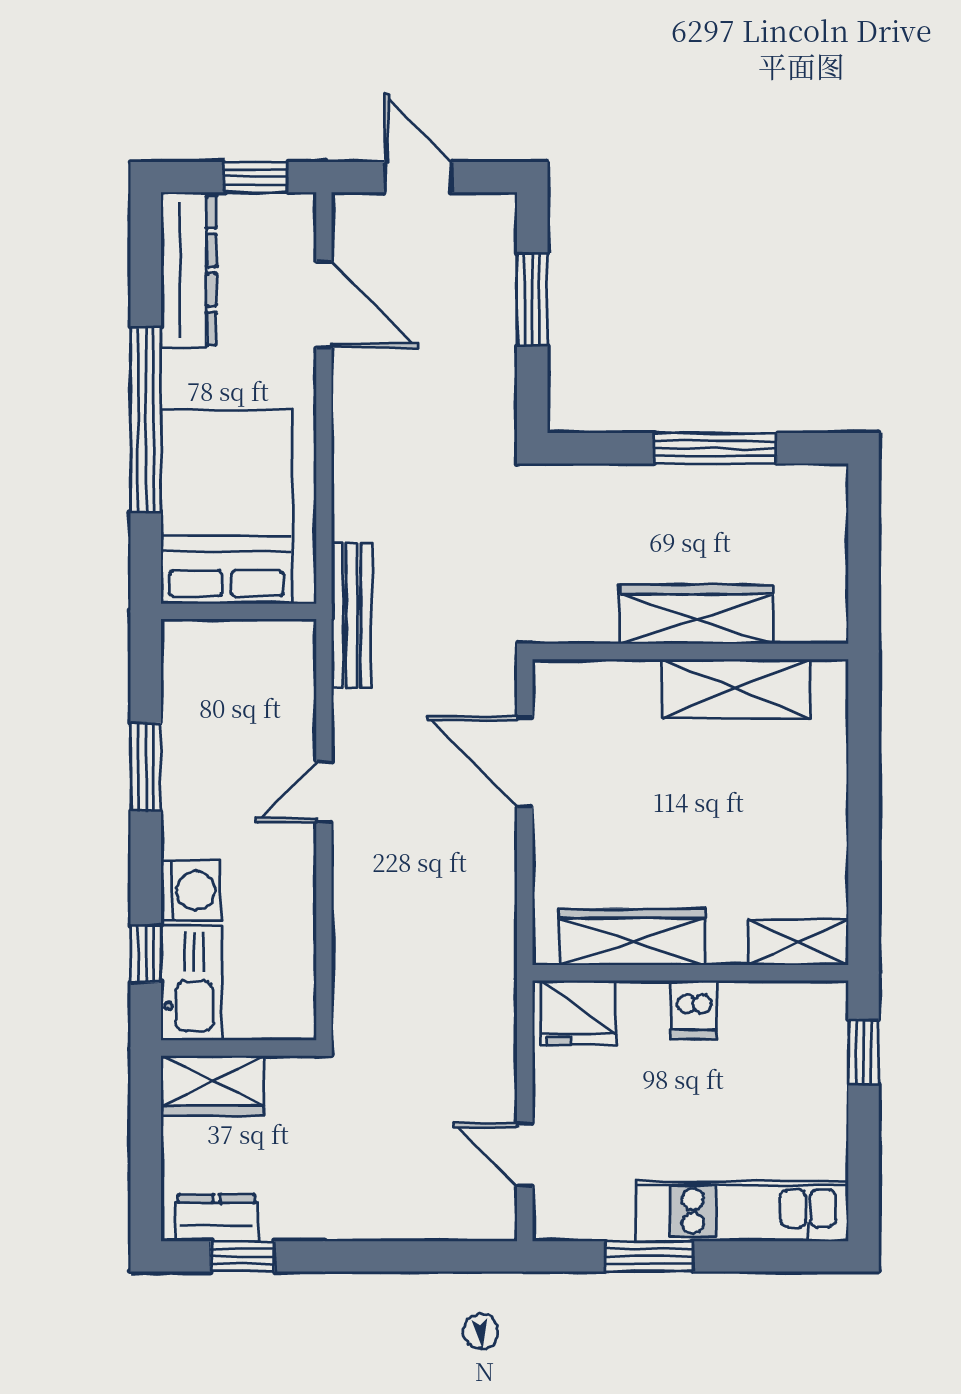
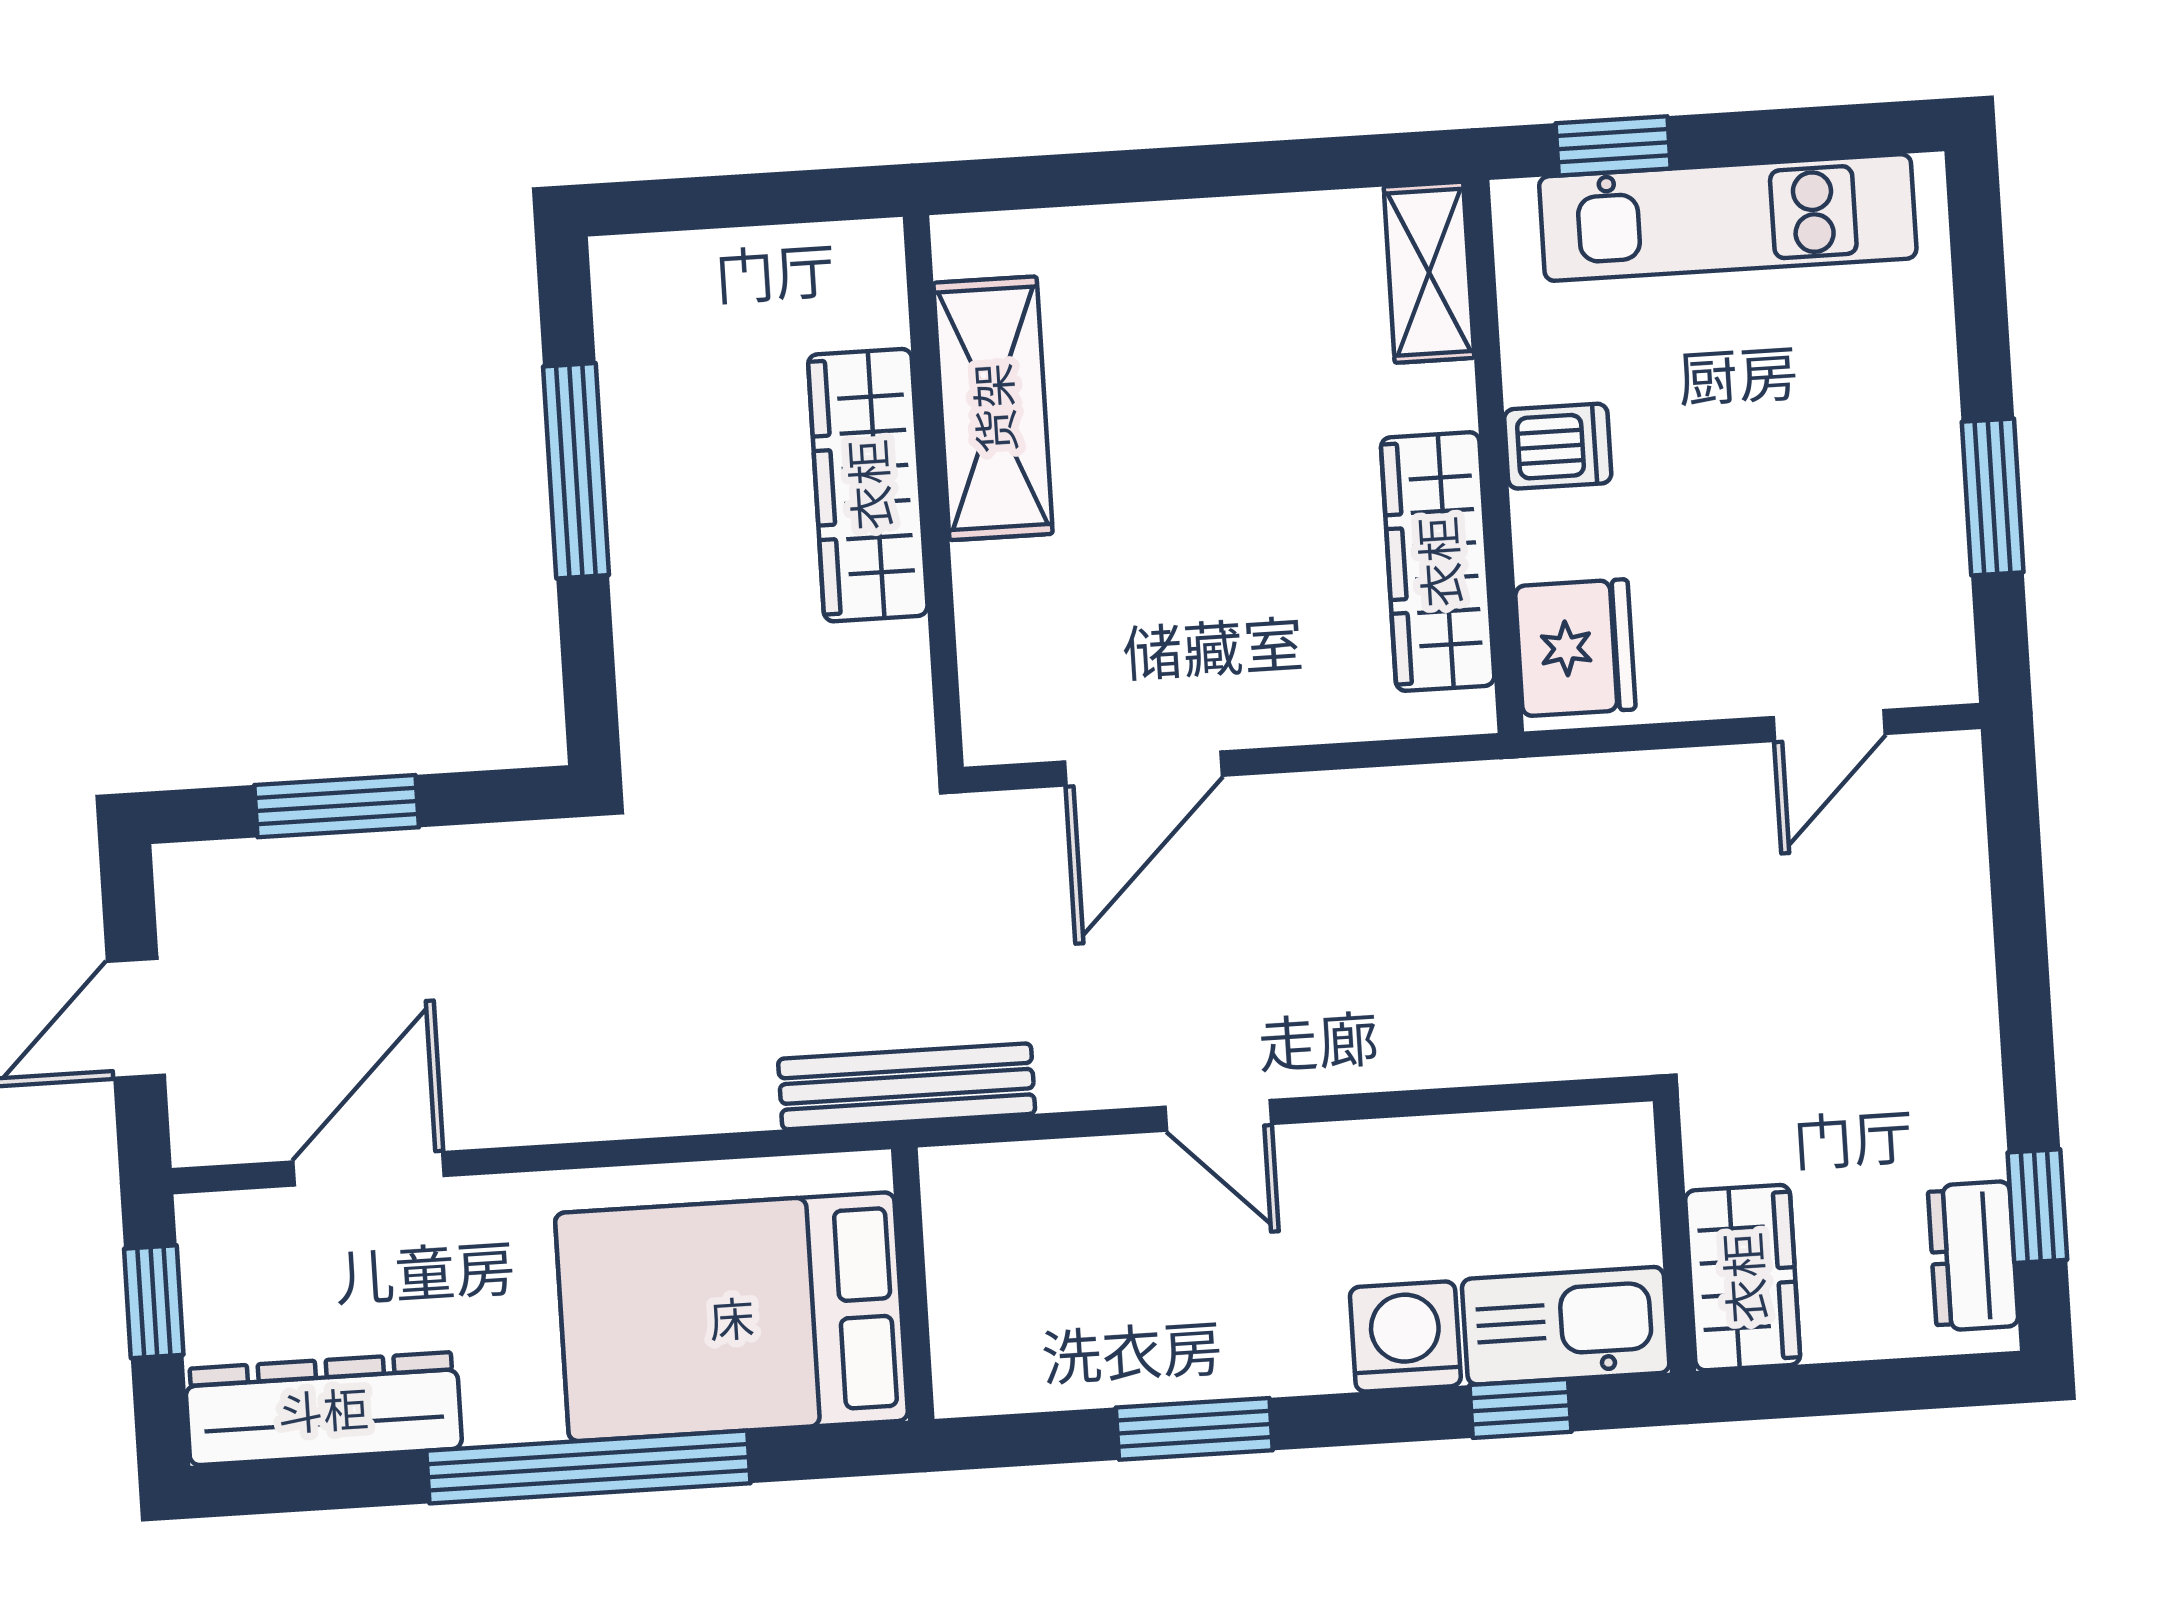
kitchen unit: (742, 1211) -> (1728, 218), moved, turned -90

